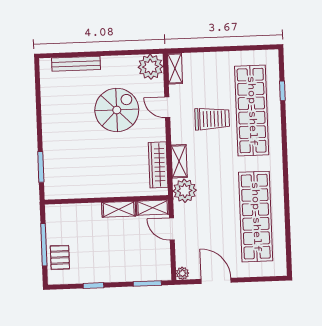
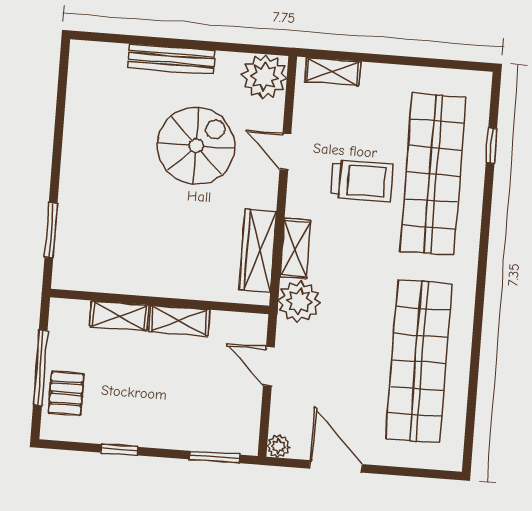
bench: (76, 64) -> (171, 59), moved
shelving: (175, 68) -> (332, 72), moved, turned 90
shelving: (153, 208) -> (119, 315), moved

